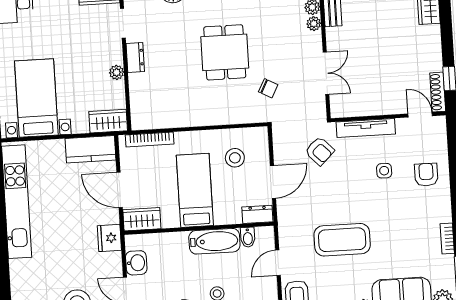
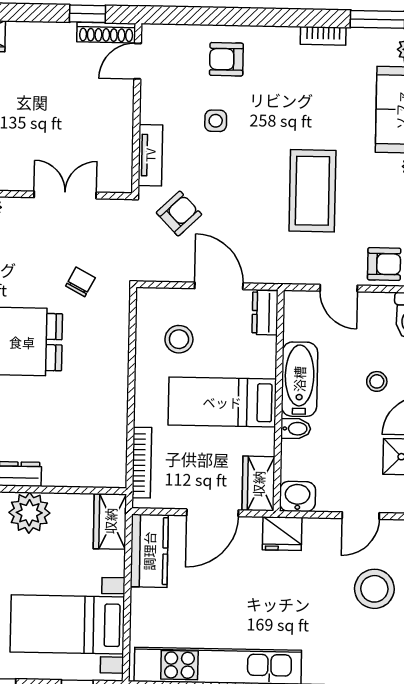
plant: (117, 72) -> (29, 513), width x1.88, depth x1.88
tv unit: (366, 128) -> (150, 155), width x0.71
bidet: (248, 237) -> (296, 429), moved
washbasin: (136, 263) -> (297, 496), moved

